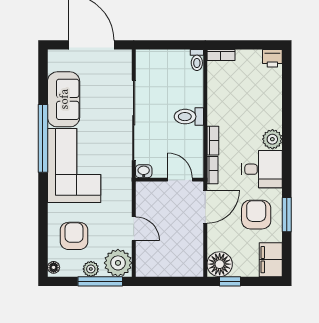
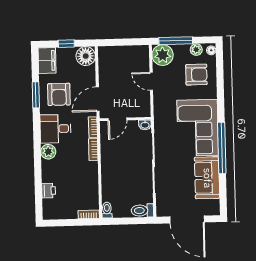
printer: (272, 58) -> (49, 191), moved, turned 90
toilet: (189, 117) -> (142, 210), moved, turned 180
door: (180, 180) -> (117, 119), hinge flipped
armchair: (74, 236) -> (196, 75), turned -90
plant: (91, 269) -> (196, 50), moved
window: (230, 281) -> (66, 44), moved

